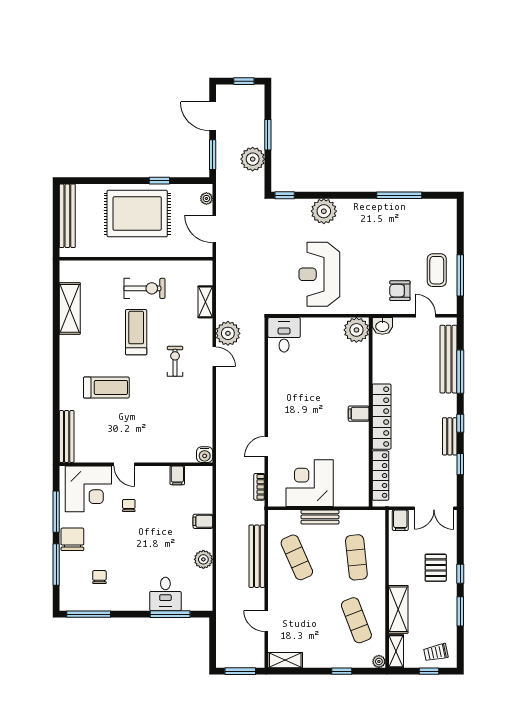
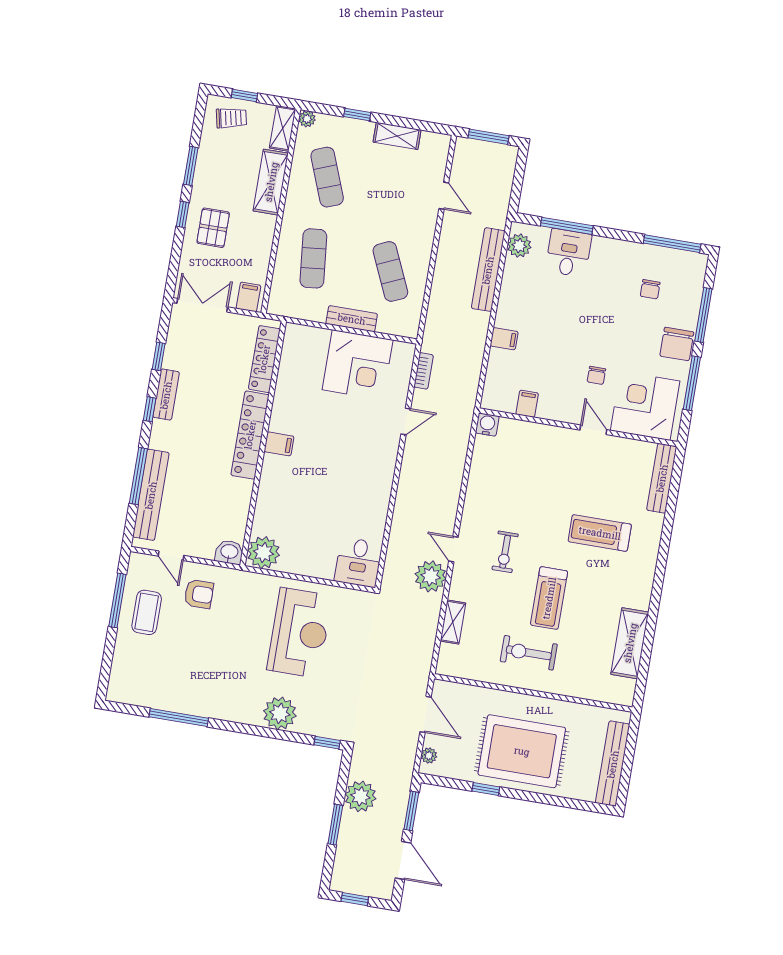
bench: (257, 556) -> (488, 270), moved
plant: (203, 559) -> (519, 246), moved
shelving: (285, 660) -> (397, 136), moved

